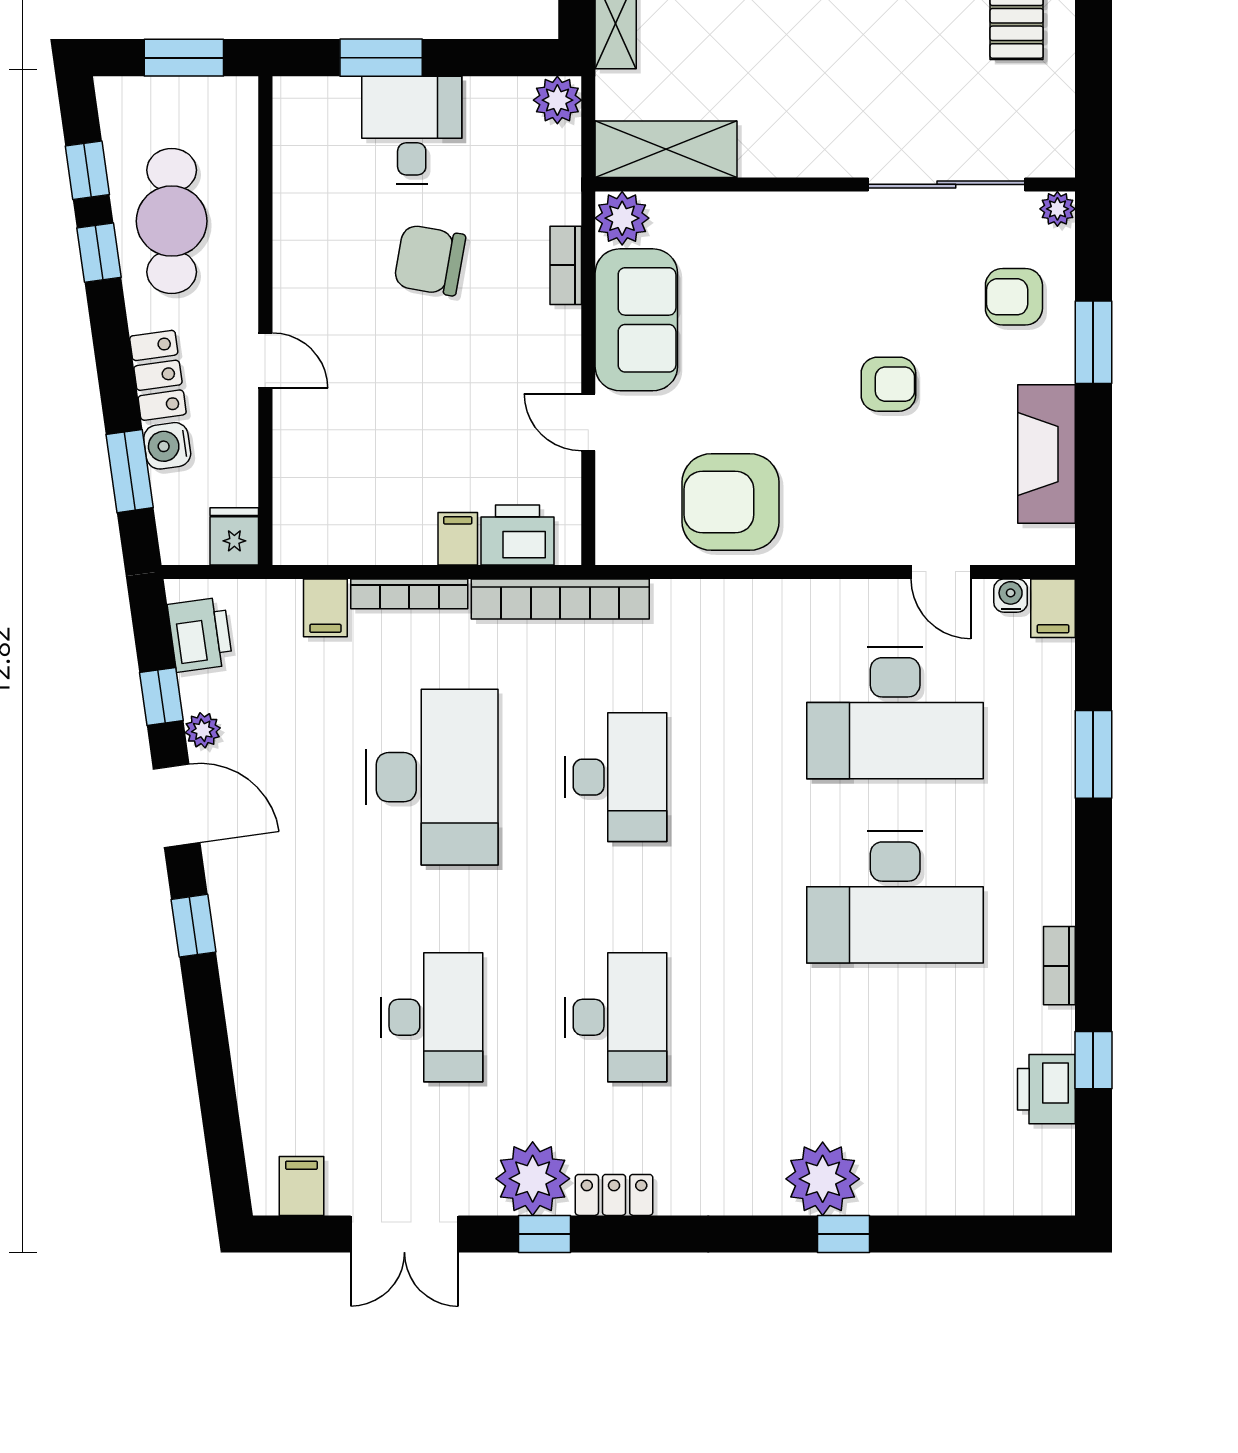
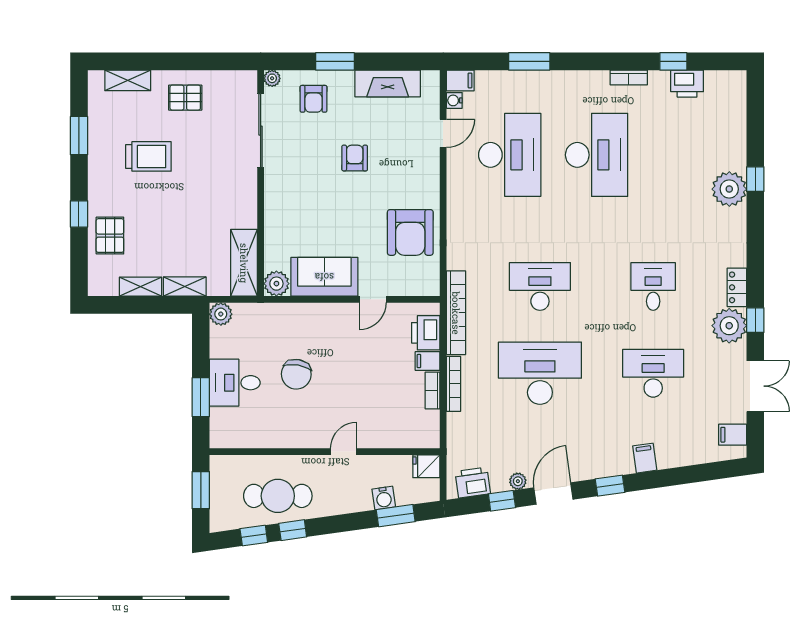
bookcase: (566, 265) -> (433, 391), moved, turned 90
locker: (158, 375) -> (351, 502), removed
filing cabinet: (325, 608) -> (645, 458), moved, turned -98
desk: (616, 1017) -> (653, 286), width x0.73

